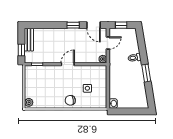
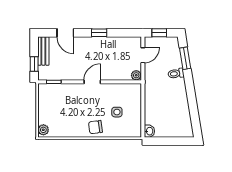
door: (94, 25) -> (65, 33), moved
window: (146, 73) -> (185, 58), moved

